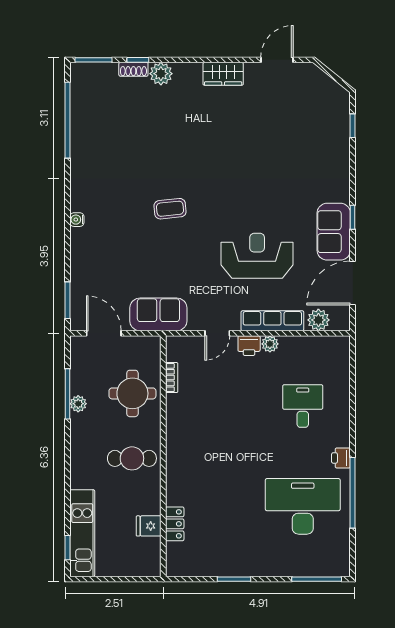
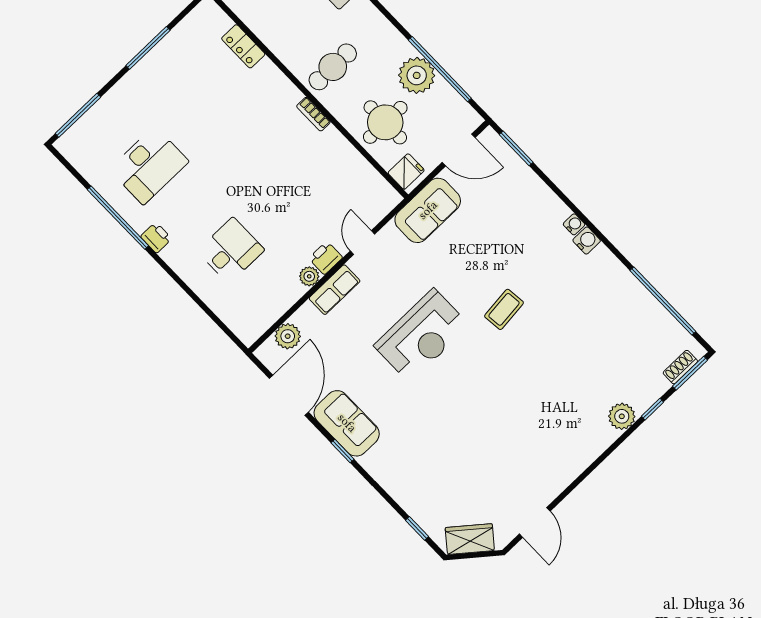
shoe rack: (133, 69) -> (680, 367), moved
wardrobe: (223, 74) -> (470, 539), moved, turned 39
water cooler: (79, 202) -> (587, 240), added
reception desk: (257, 256) -> (422, 335), moved
row of seats: (272, 321) -> (335, 290), width x0.68
bookcase: (172, 378) -> (313, 114), moved
window: (68, 394) -> (440, 69), width x1.46
plant: (78, 404) -> (417, 75), width x1.87, depth x1.87
desk: (303, 406) -> (231, 250), turned -90
desk: (303, 506) -> (149, 165), width x0.73, depth x0.77
fridge: (149, 526) -> (406, 172), moved
window: (234, 579) -> (148, 48), width x1.44

